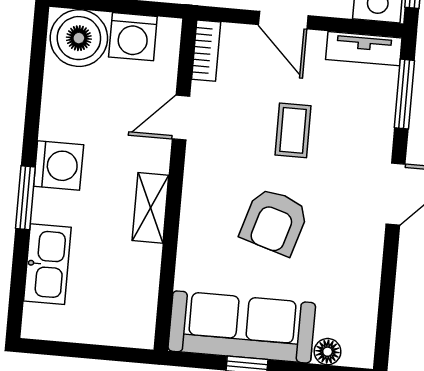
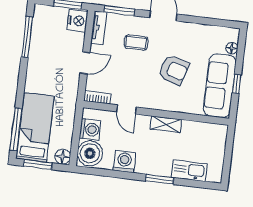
coffee table: (293, 130) -> (136, 42), moved
washing machine: (59, 165) -> (124, 162), moved

